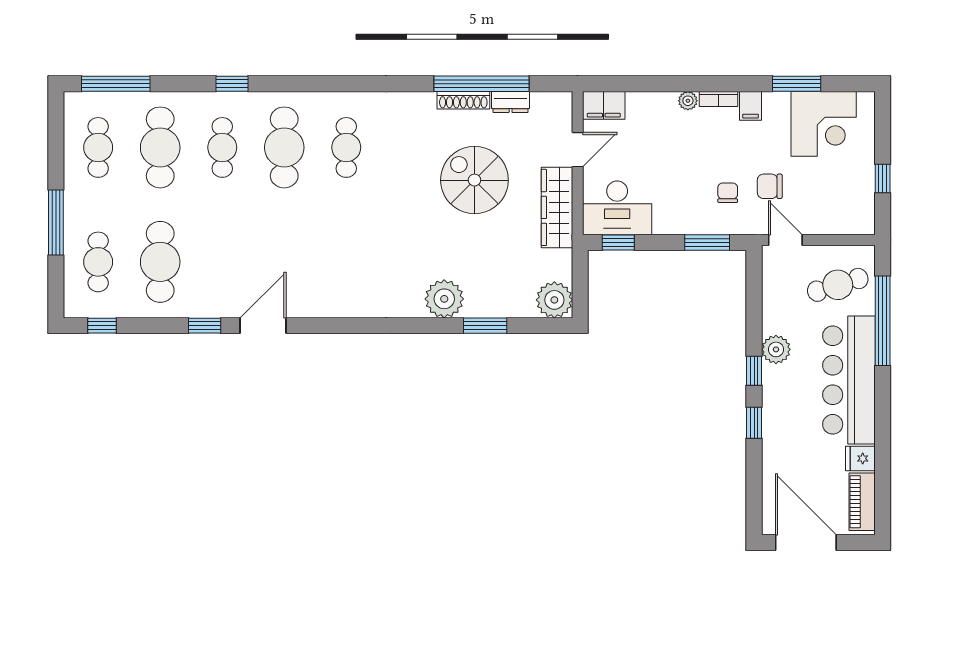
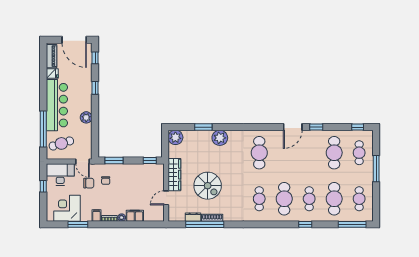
filing cabinet: (604, 105) -> (135, 216), moved
desk: (617, 208) -> (60, 174), moved
cafe table: (346, 262) -> (259, 153), added
window: (754, 371) -> (95, 58), moved

